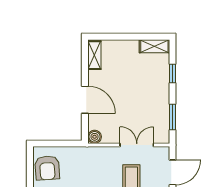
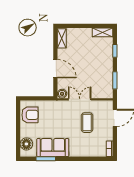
double door: (137, 145) -> (80, 99), moved
armchair: (47, 168) -> (30, 115), turned -86

